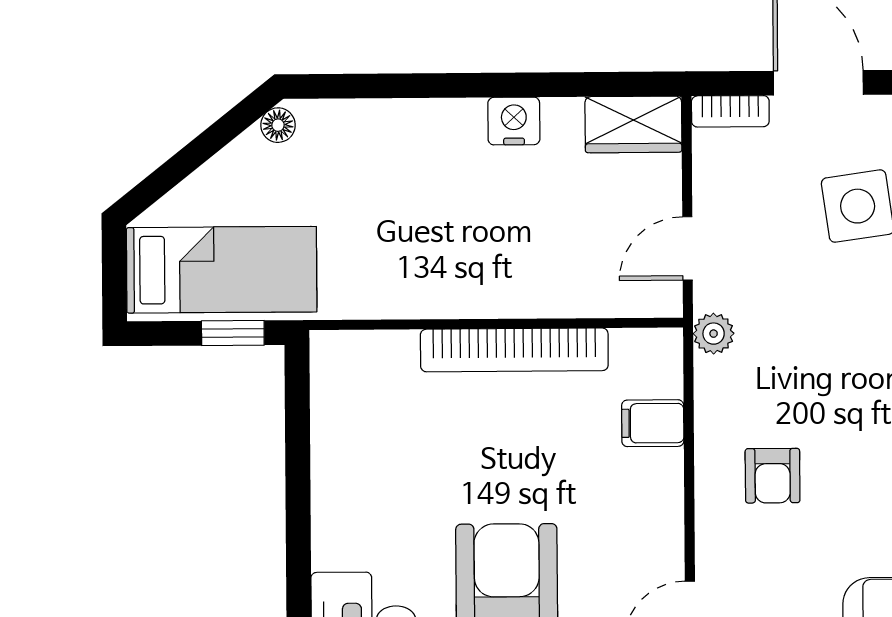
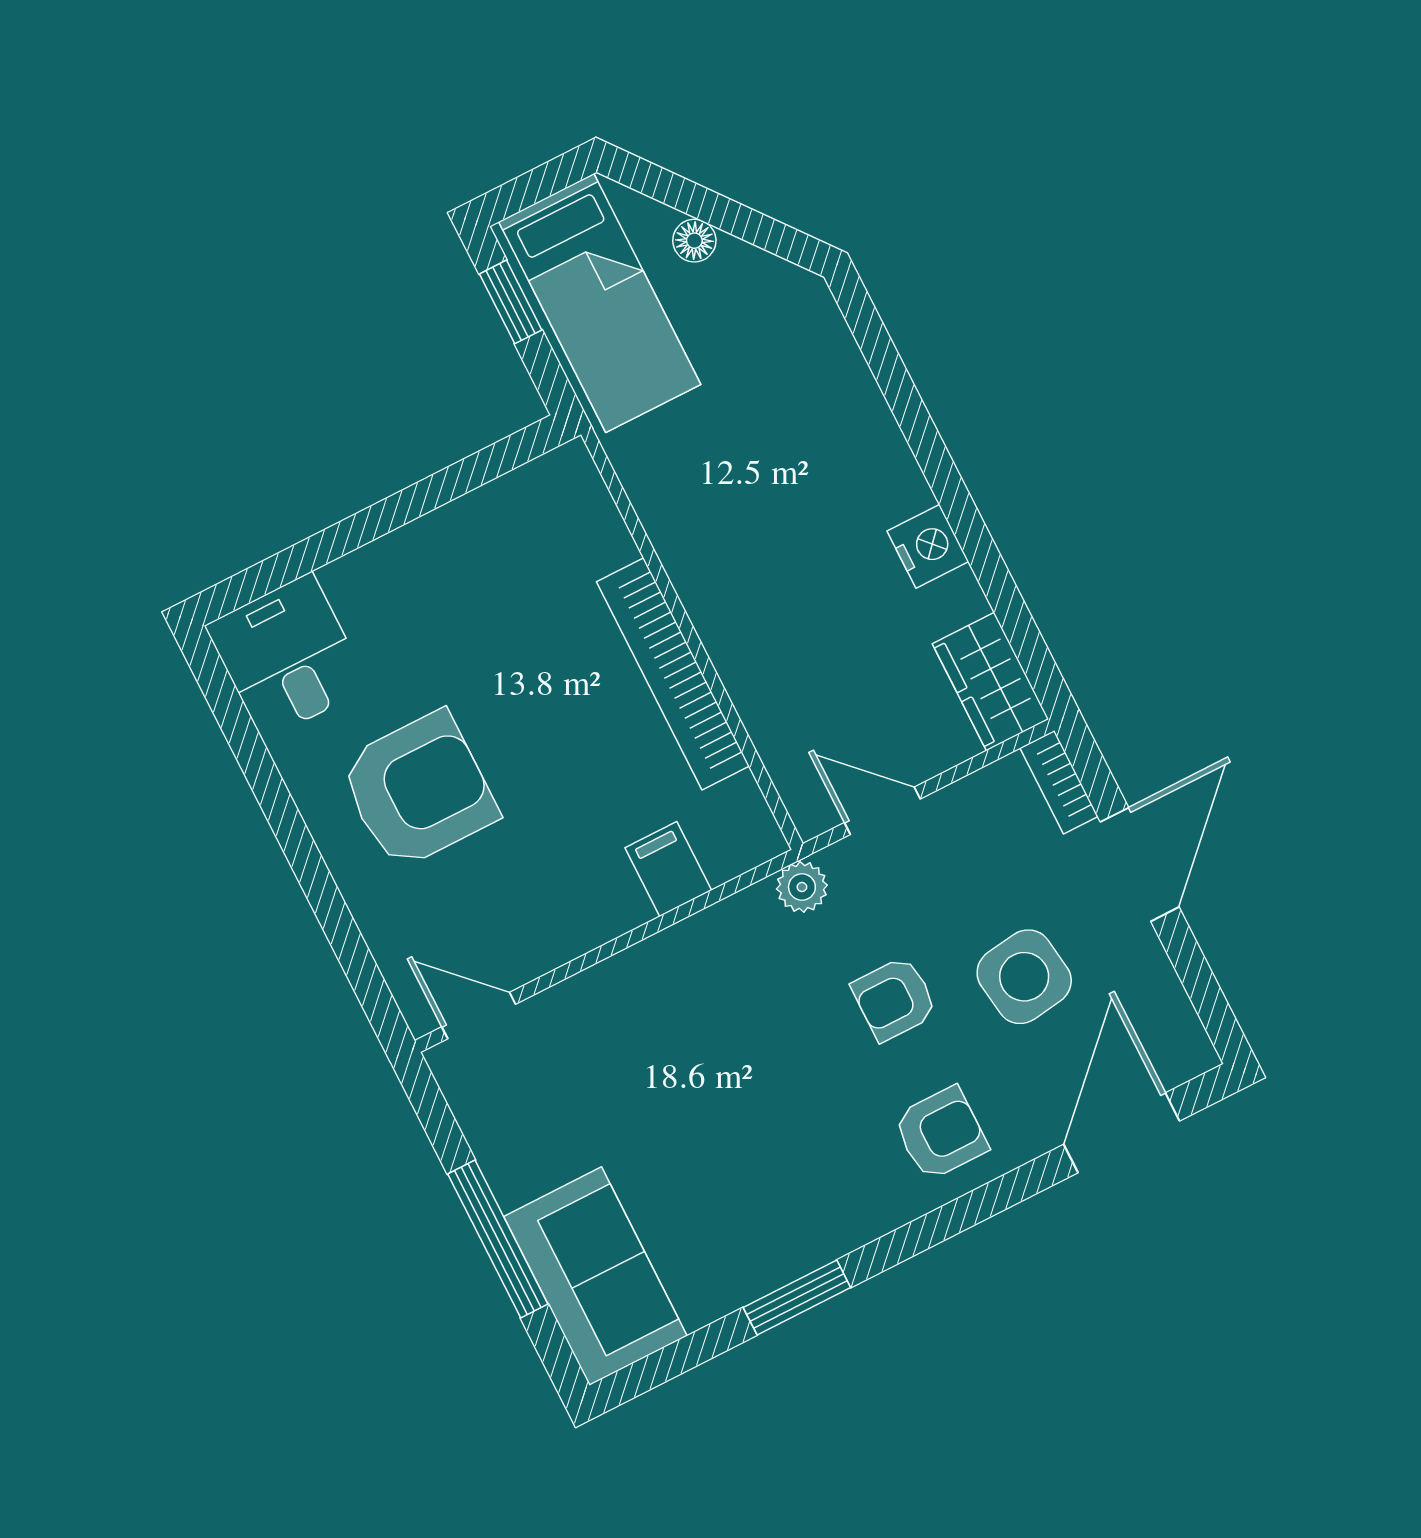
floor lamp: (278, 125) -> (694, 241), moved
window: (233, 333) -> (511, 302), moved
armchair: (773, 476) -> (894, 999), moved

